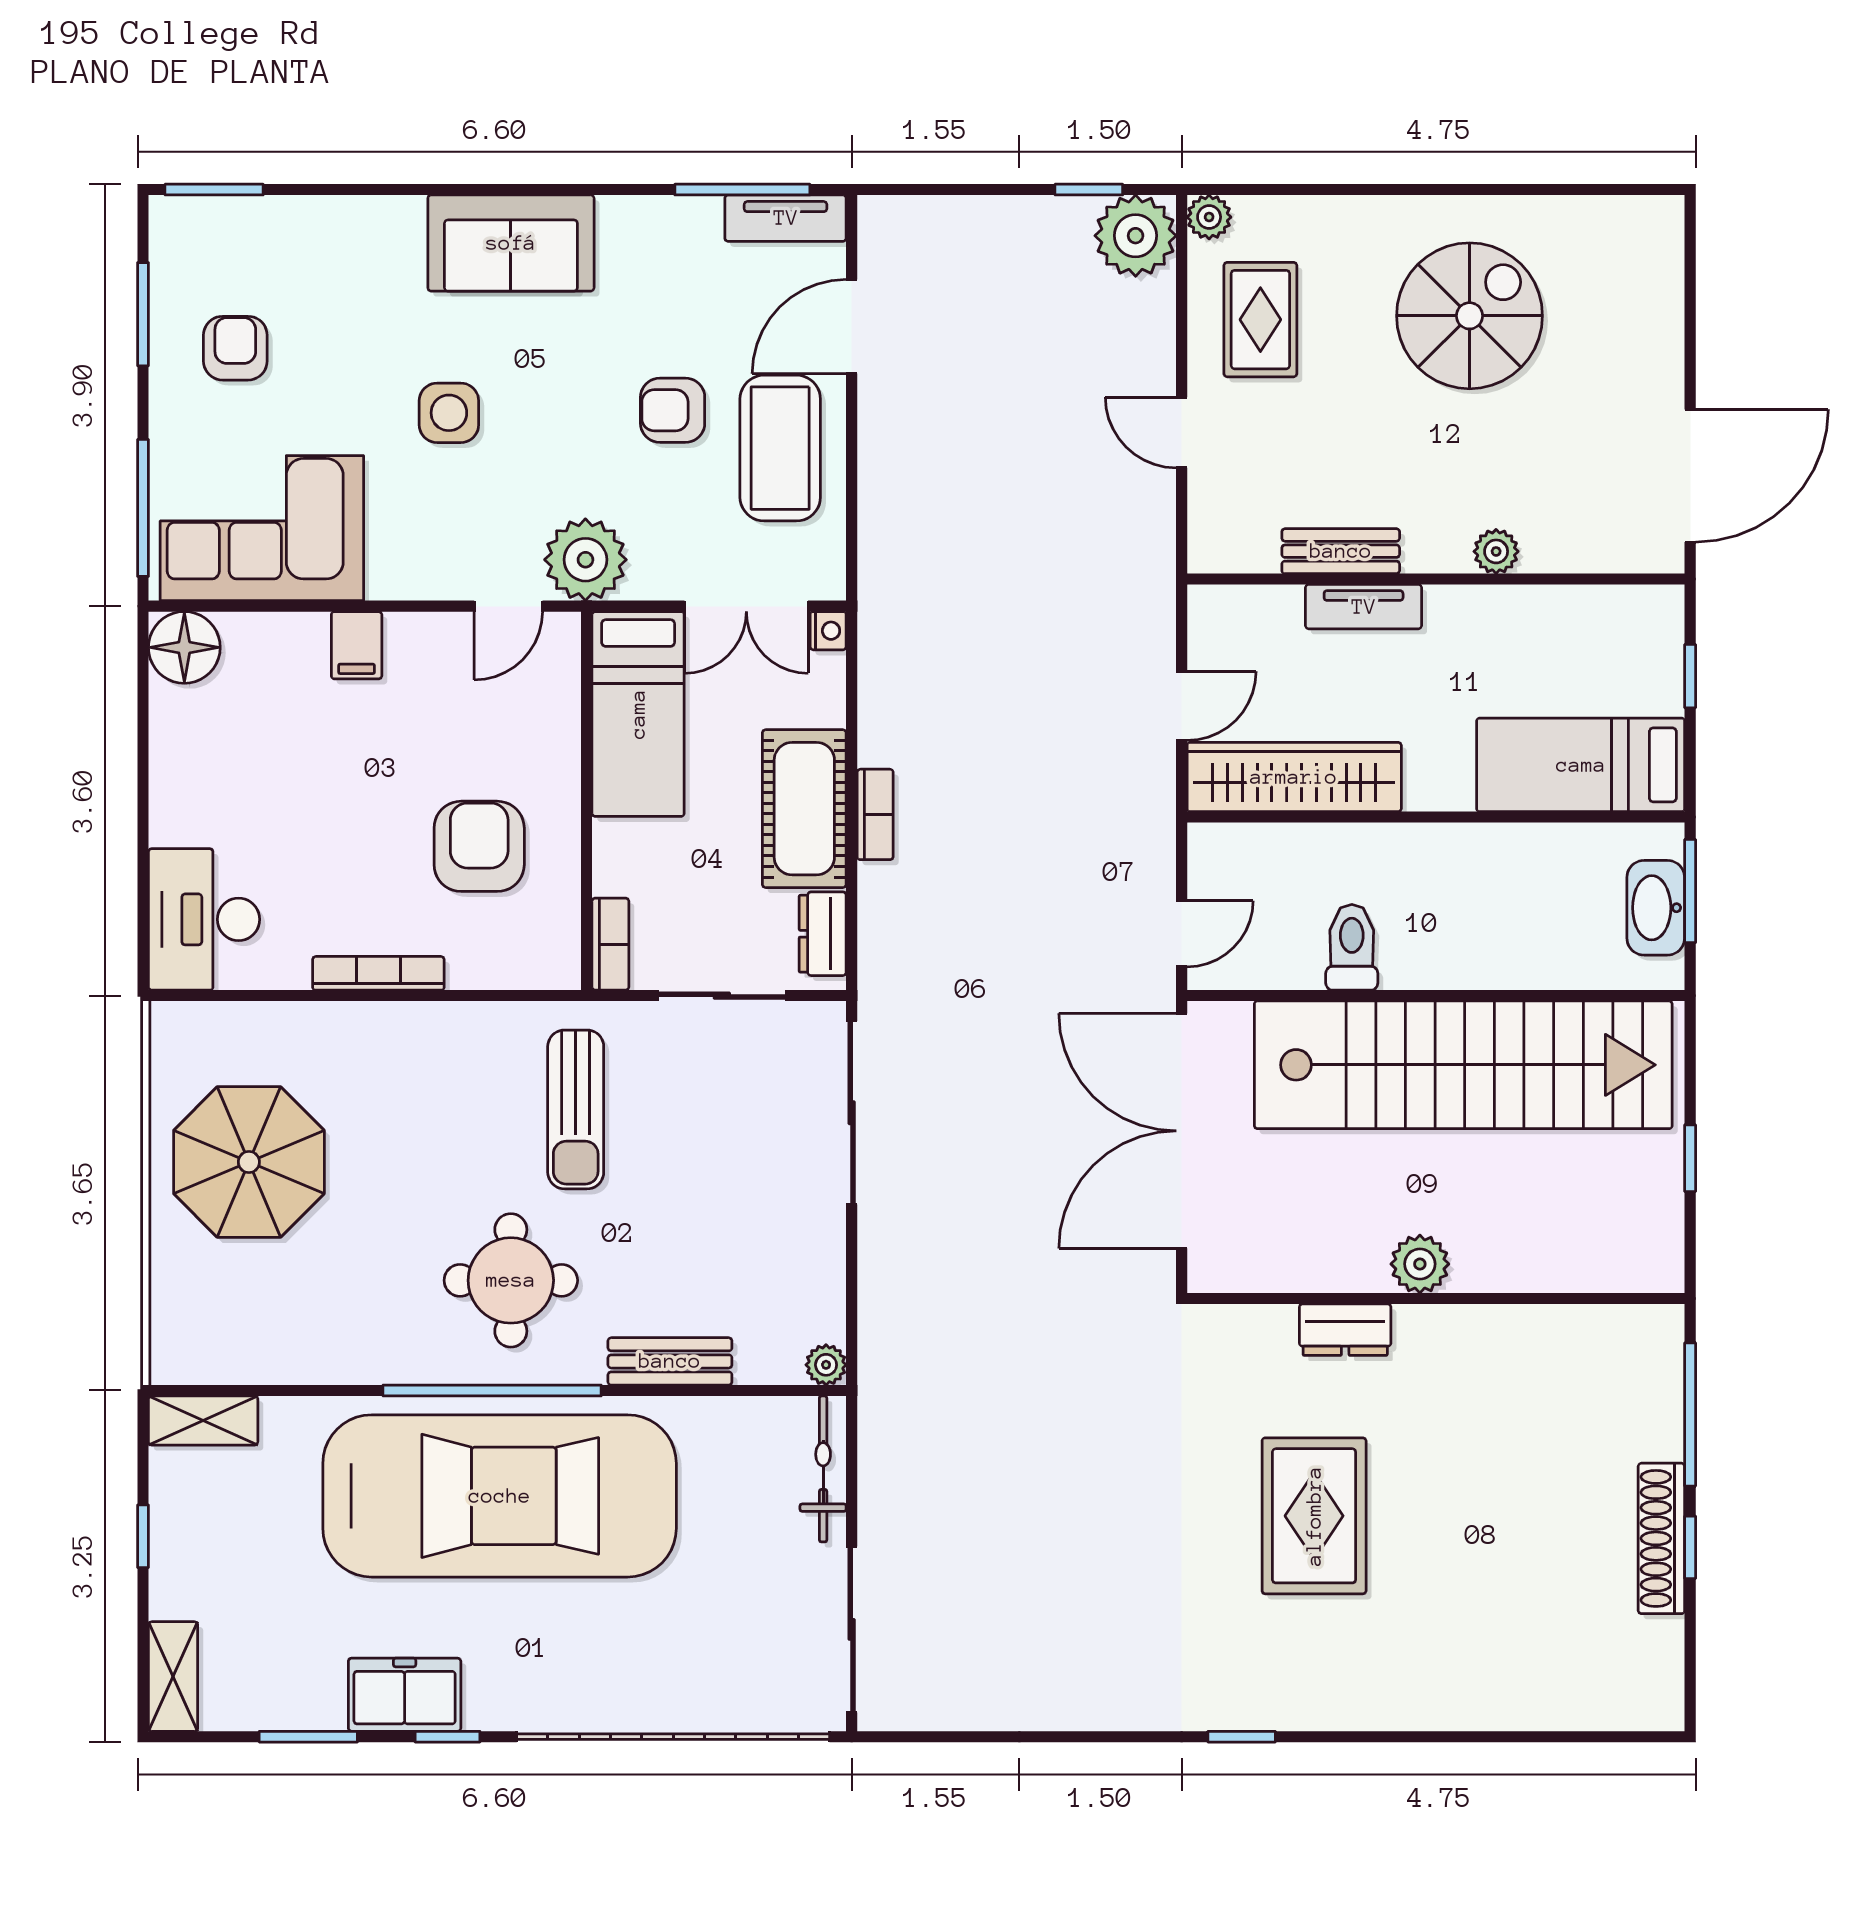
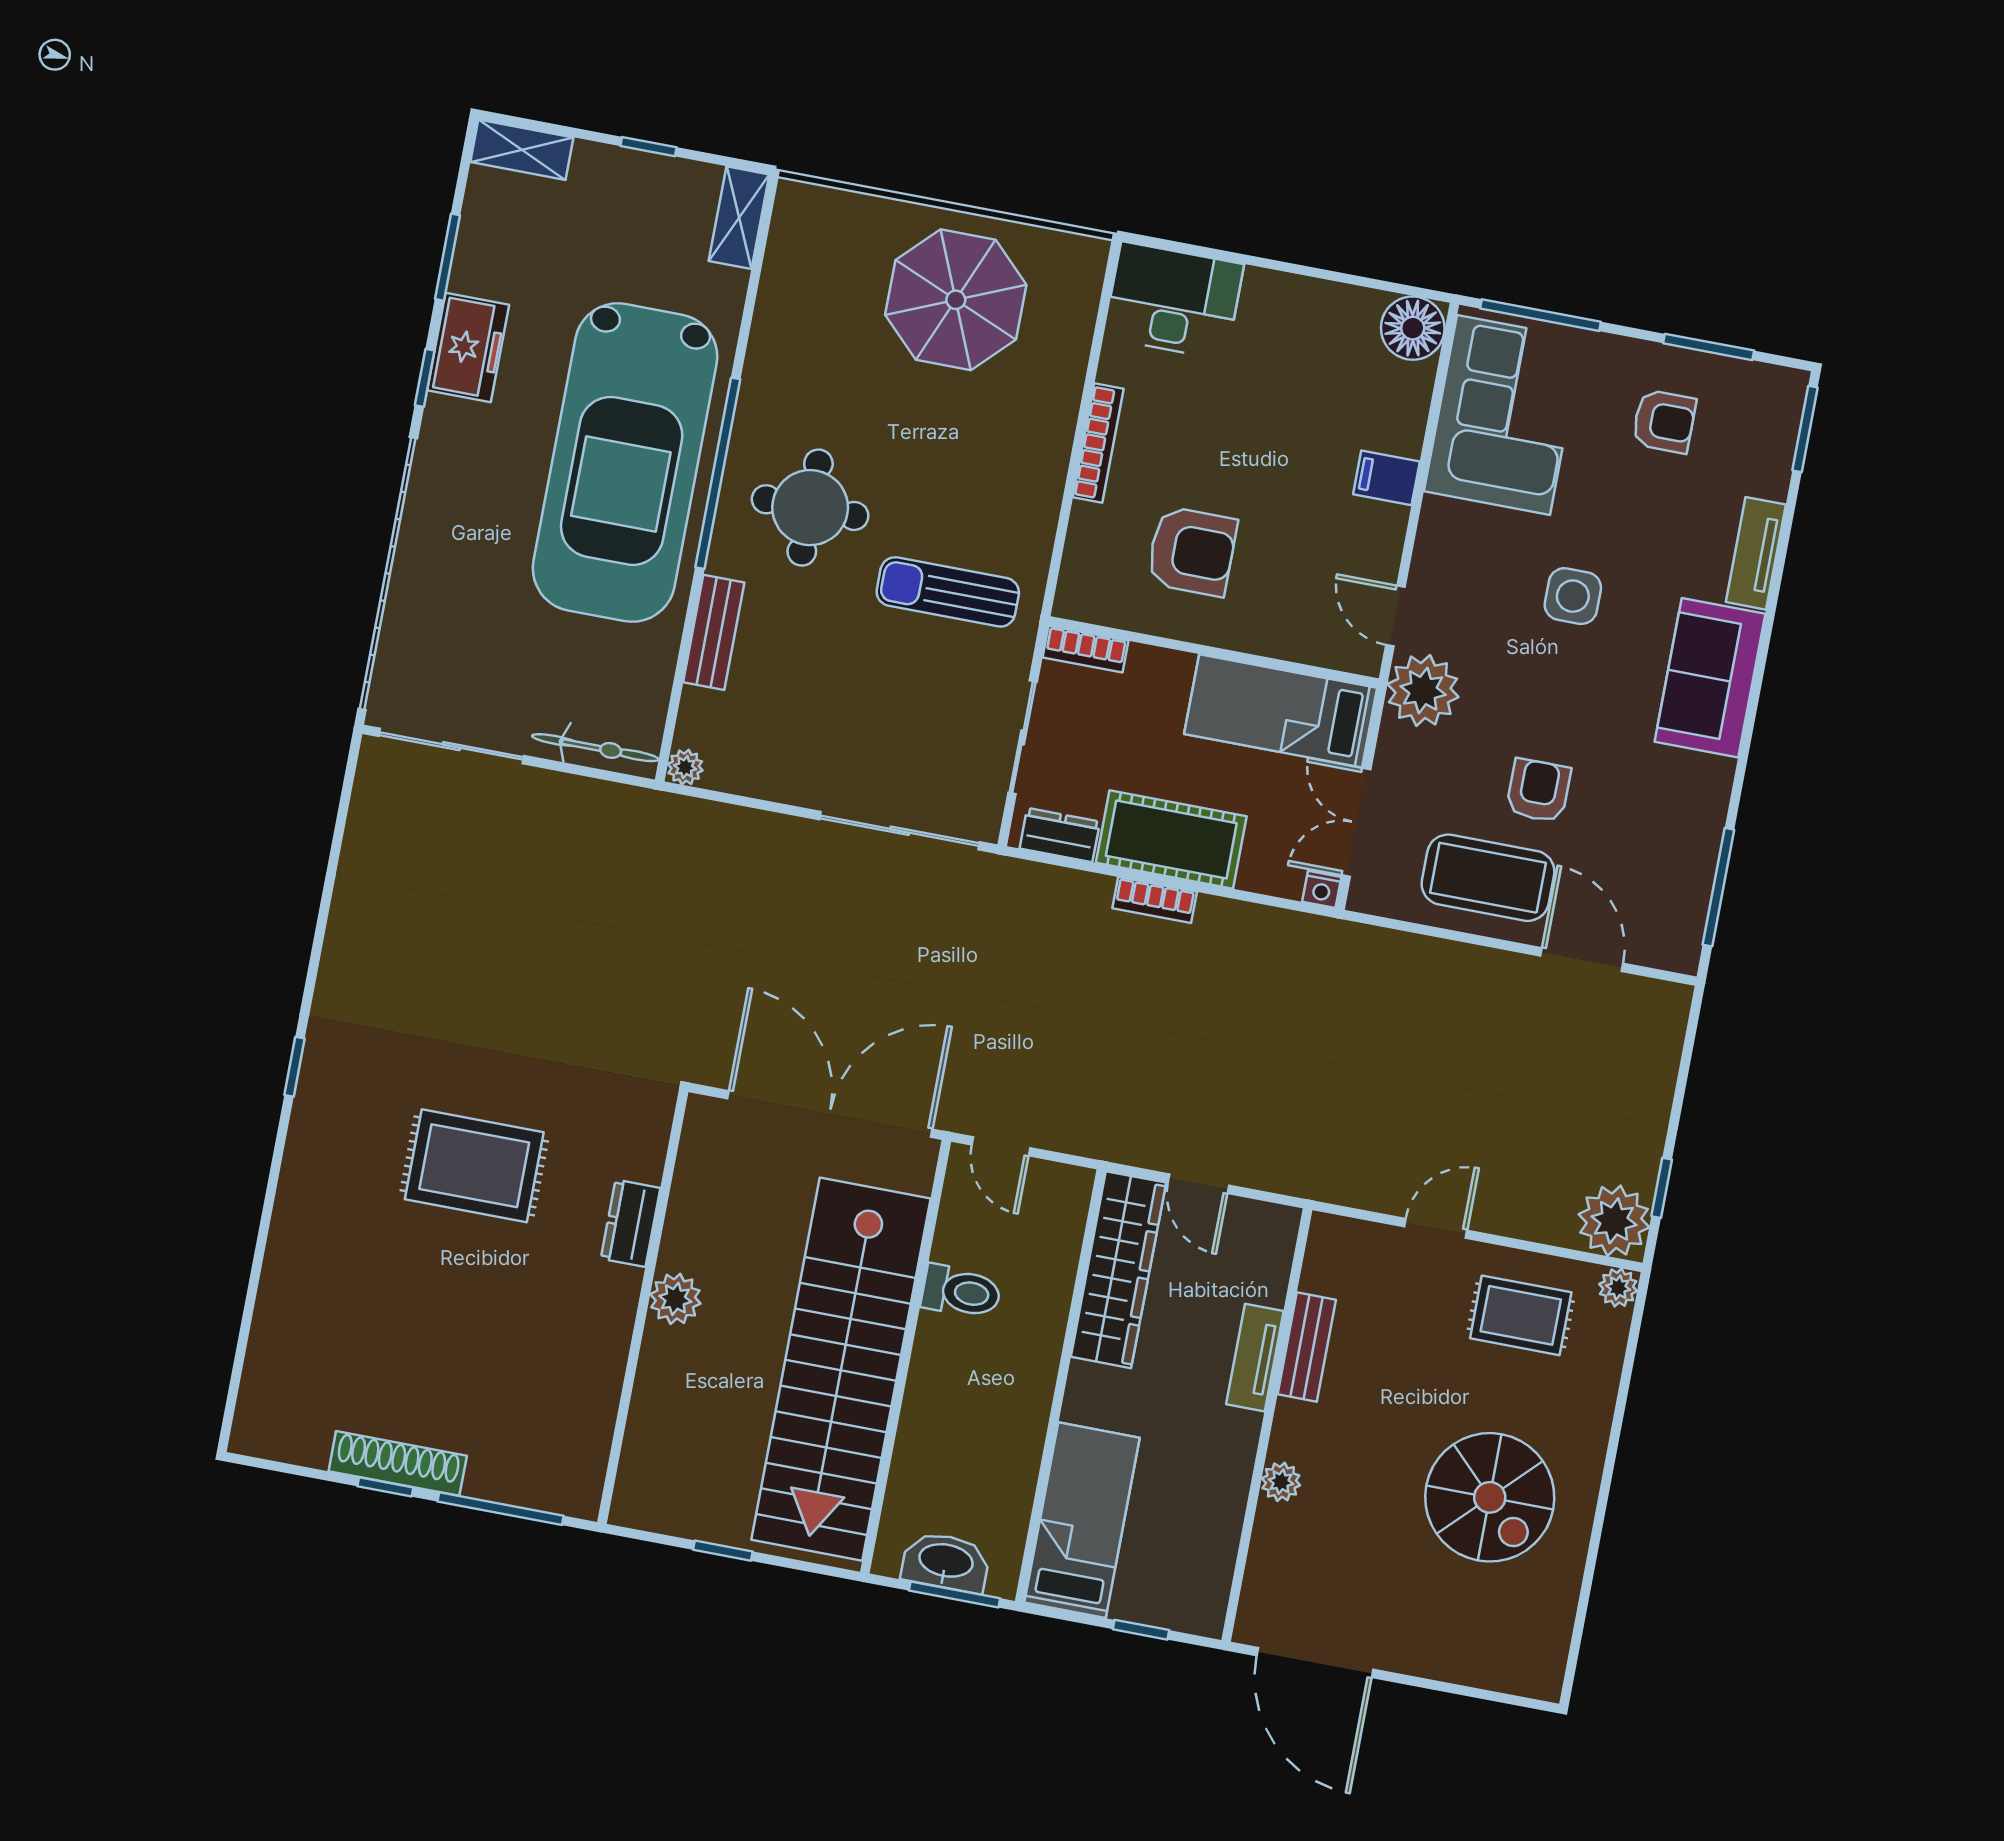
tv unit: (786, 218) -> (1756, 553), moved

